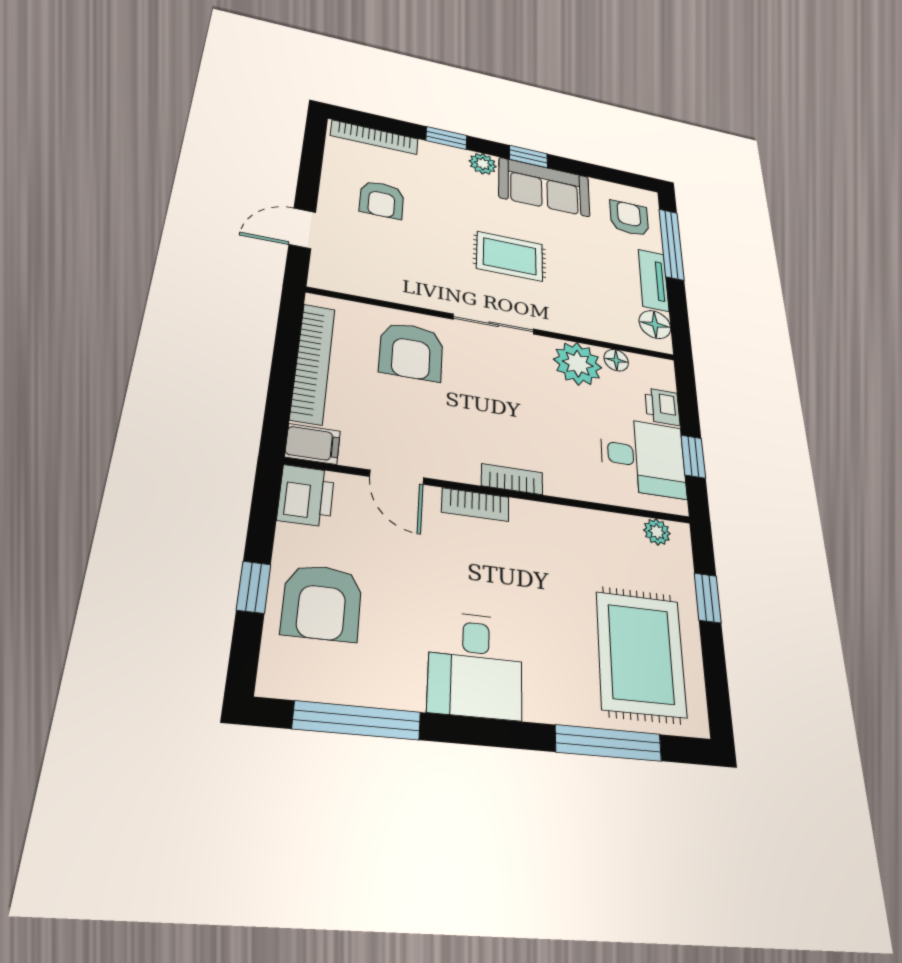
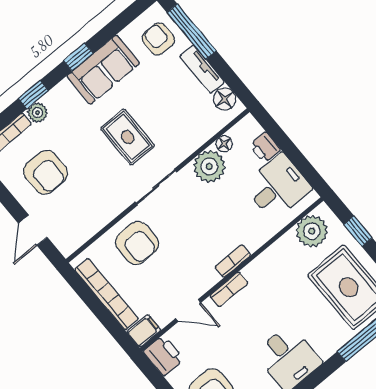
plant: (483, 164) -> (38, 113), moved
armchair: (382, 200) -> (46, 172), width x1.38, depth x1.38
rug: (510, 256) -> (128, 137), turned 90
window: (693, 456) -> (299, 161), removed
plant: (657, 532) -> (312, 231), width x1.88, depth x1.88

